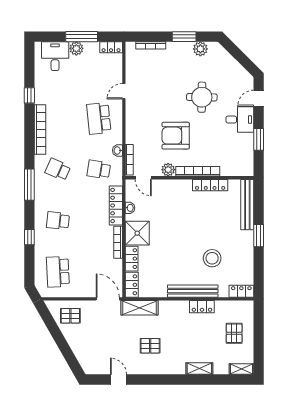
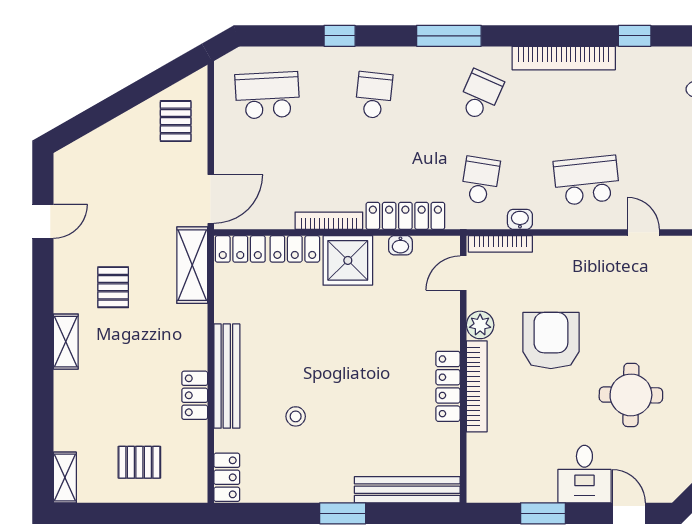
locker: (210, 185) -> (448, 386), moved
stool: (212, 258) -> (296, 416), width x0.53, depth x0.53
shelving: (199, 369) -> (66, 342), moved

